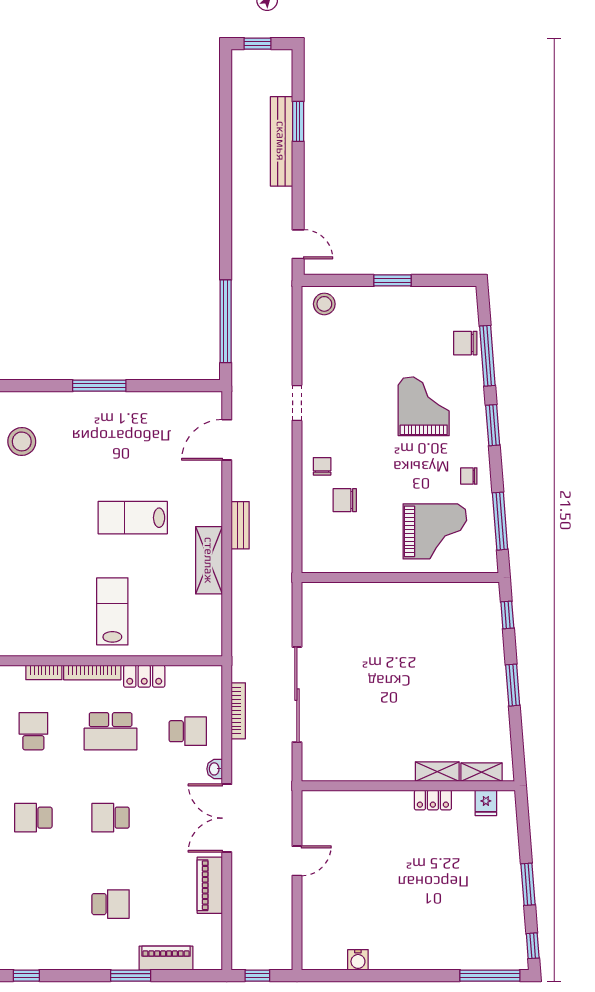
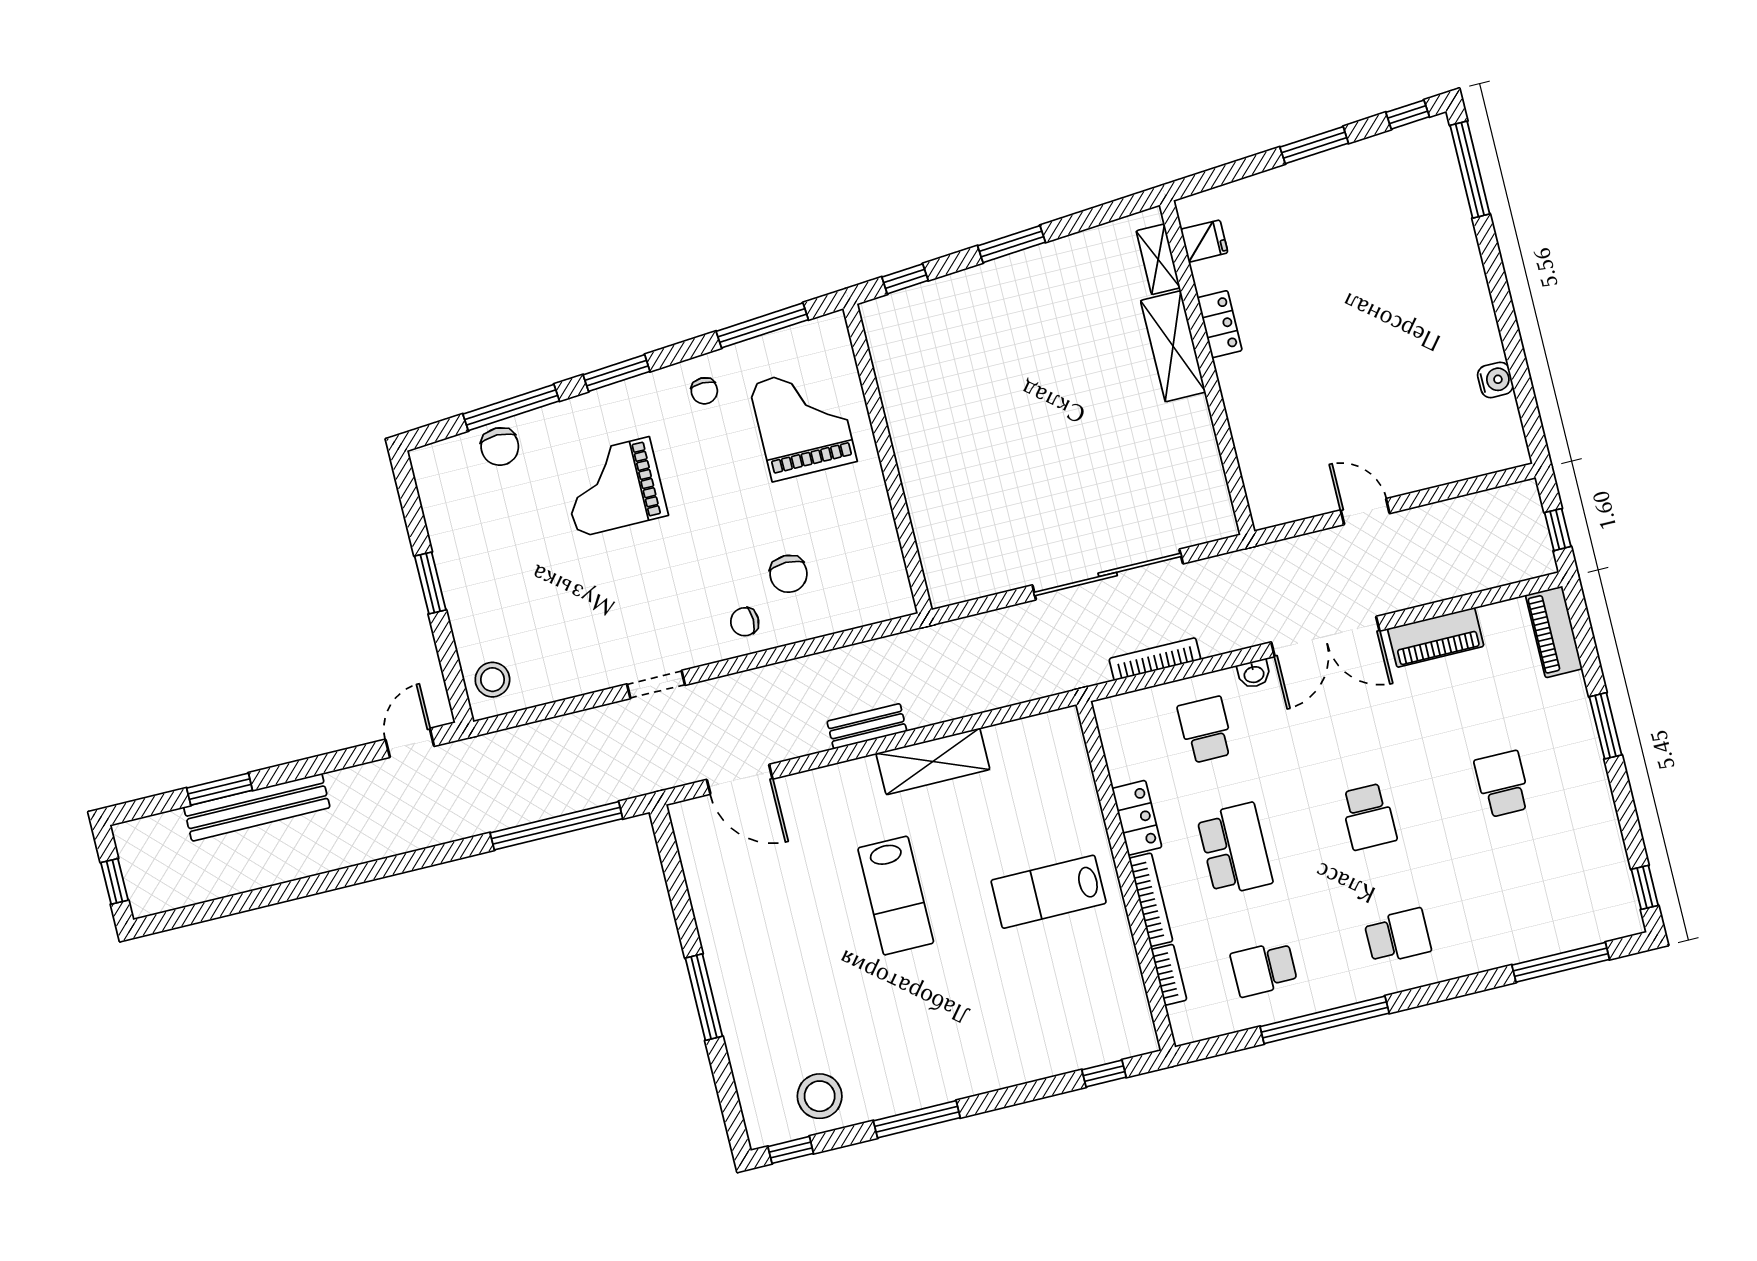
shelving: (437, 772) -> (1173, 346), width x1.50, depth x1.33
school desk: (33, 818) -> (1398, 936), turned -90
piano: (166, 958) -> (1554, 632), moved

